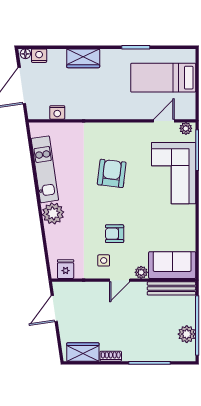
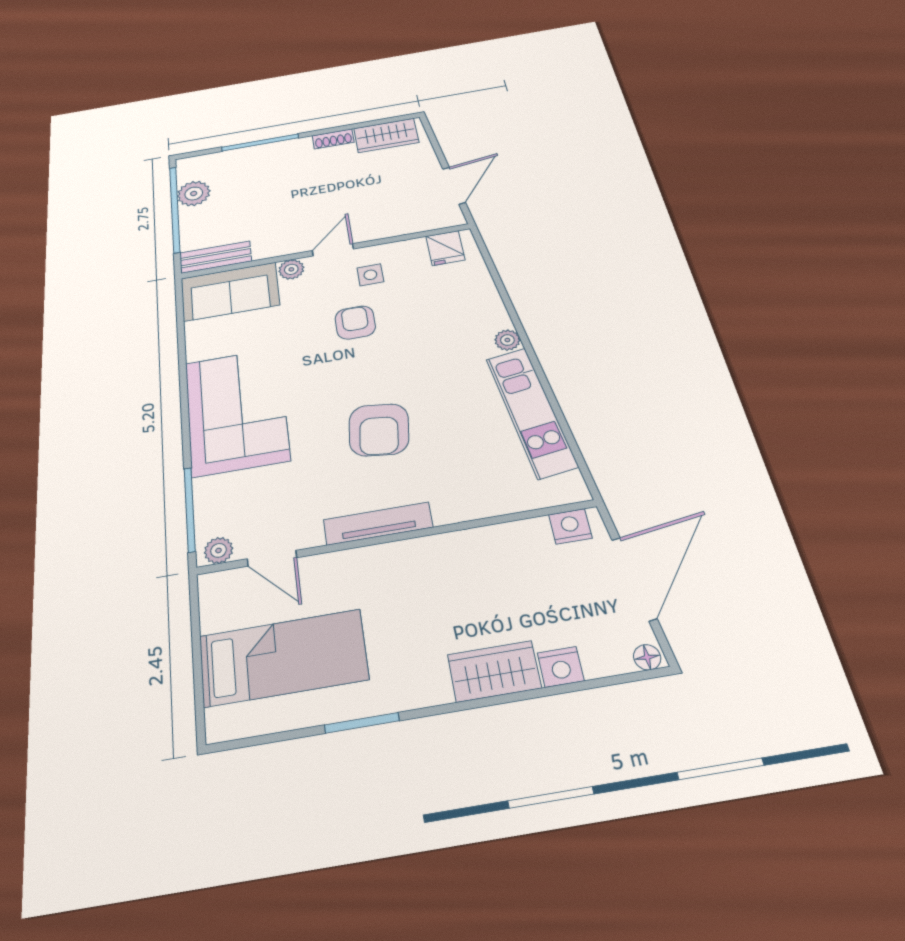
nightstand: (39, 56) -> (561, 667), moved
nightstand: (57, 112) -> (570, 526), moved
door: (164, 121) -> (272, 558), hinge flipped
tv unit: (118, 128) -> (378, 523), added
corner sofa: (174, 173) -> (237, 411), moved
plant: (53, 213) -> (507, 340), width x0.53, depth x0.53
armchair: (115, 234) -> (355, 322), turned -90
bench: (171, 288) -> (216, 257), width x0.73

